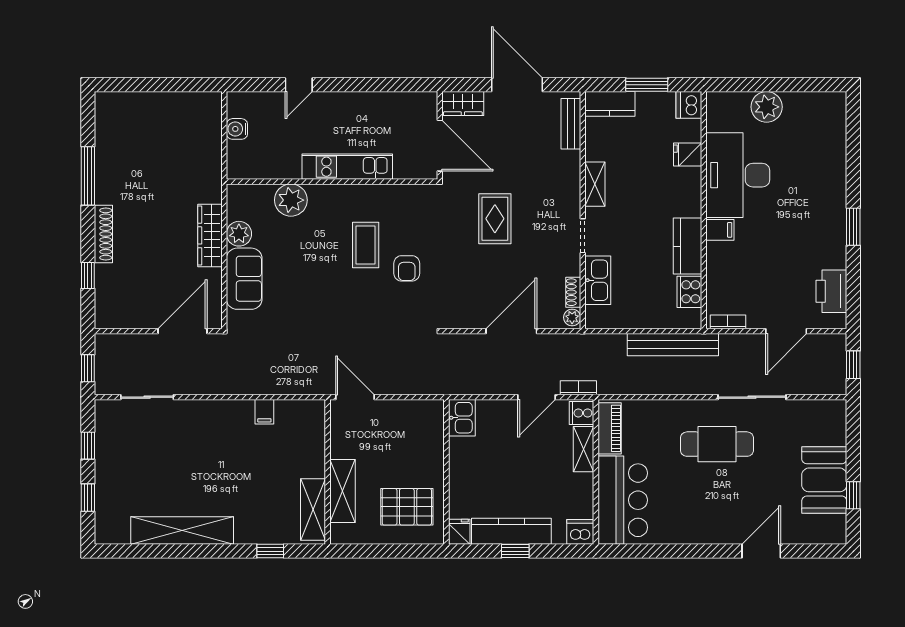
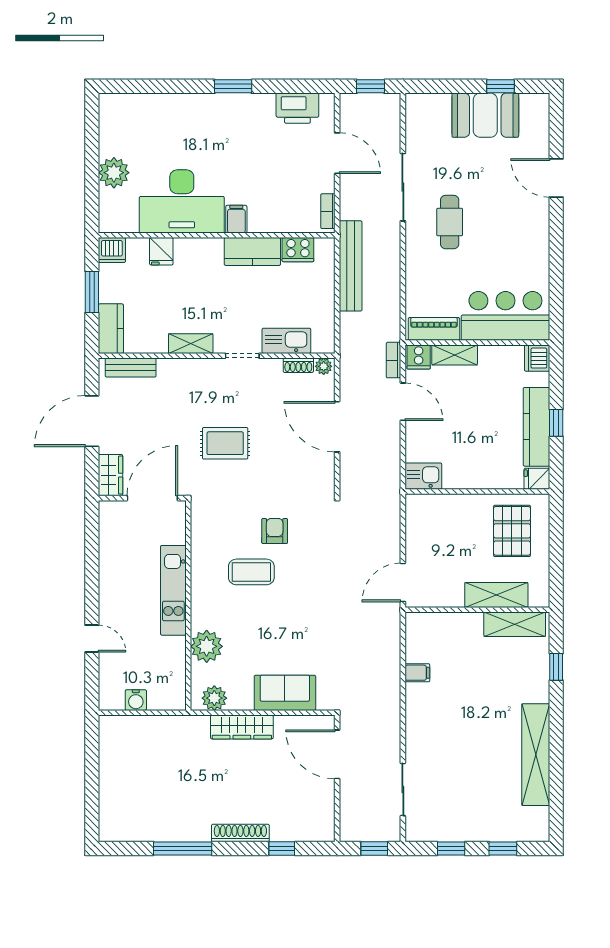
plant: (239, 234) -> (214, 698), moved
armchair: (407, 268) -> (275, 531), turned -90
cafe table: (717, 444) -> (450, 222), width x0.73, depth x0.74

